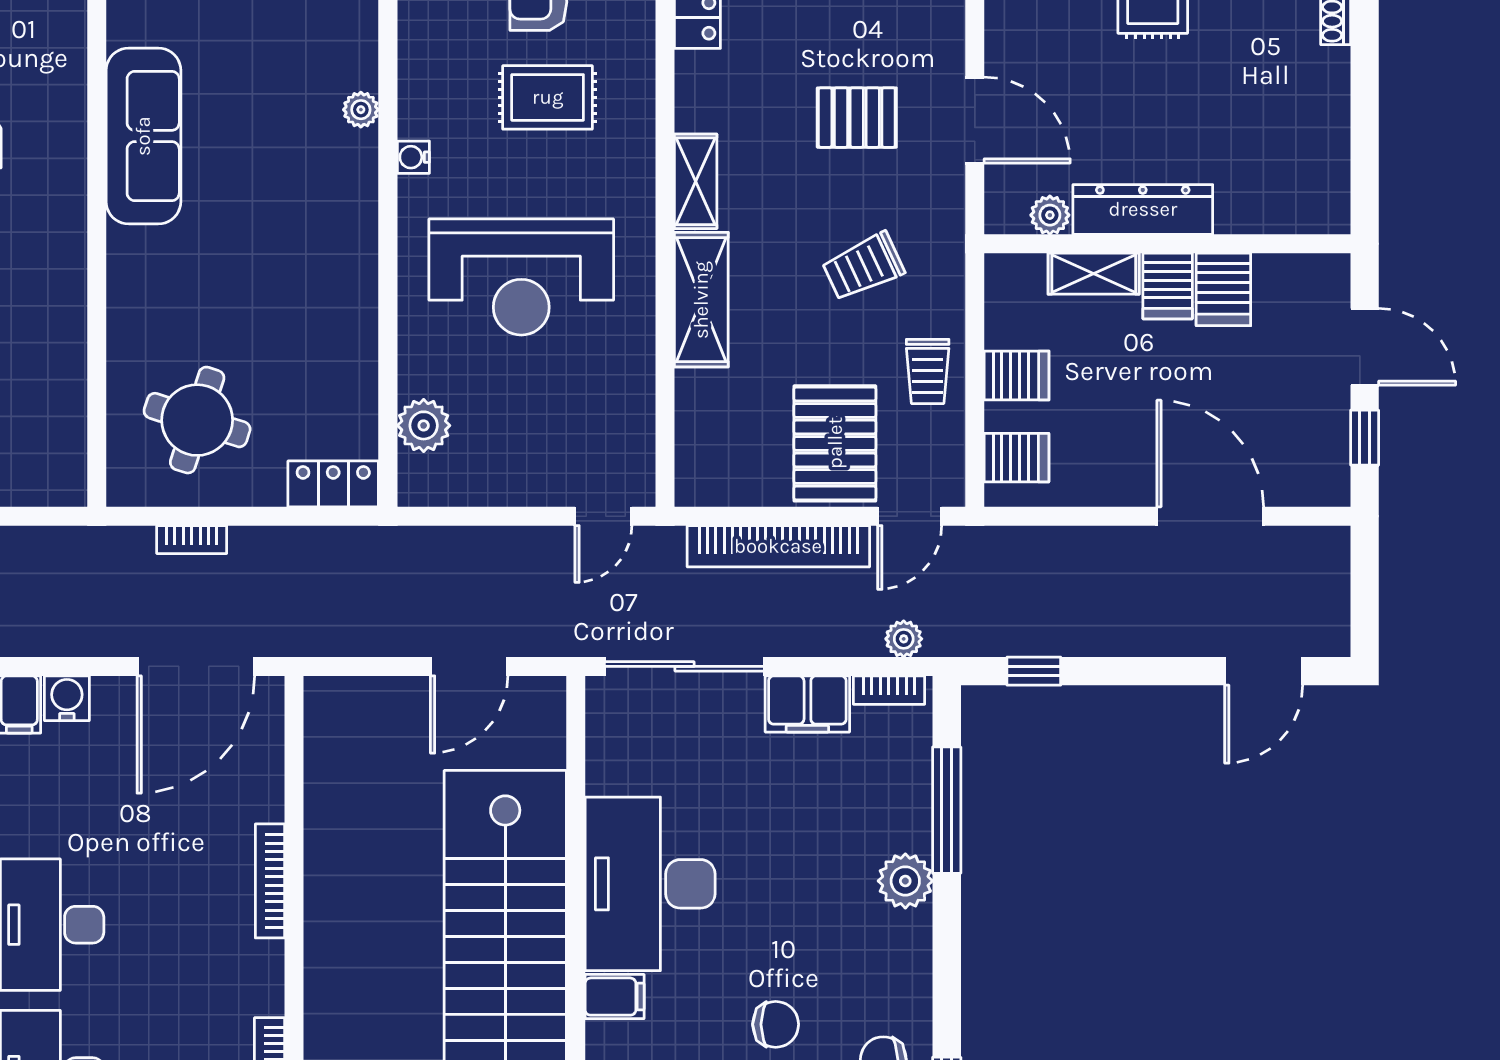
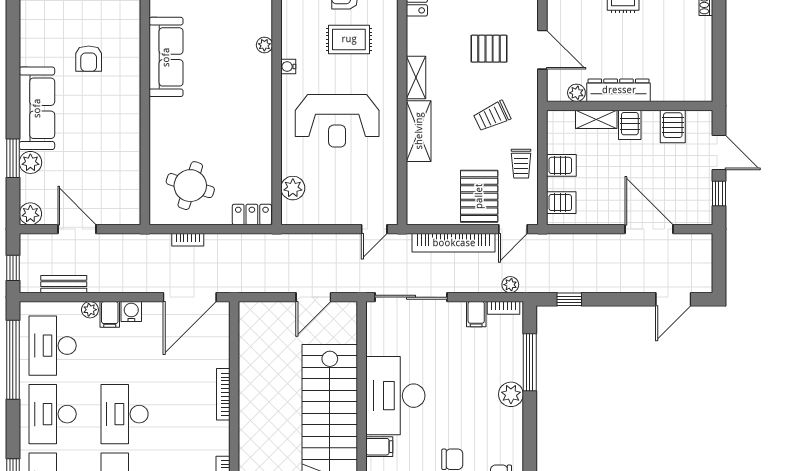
server rack: (1223, 289) -> (673, 126), moved
filing cabinet: (807, 704) -> (476, 314), width x0.50

